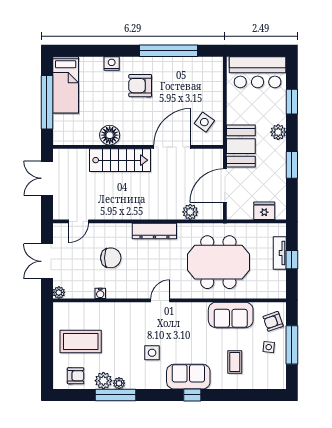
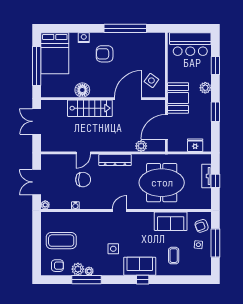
bed: (66, 85) -> (55, 53), width x1.50
door: (79, 221) -> (83, 153), moved

